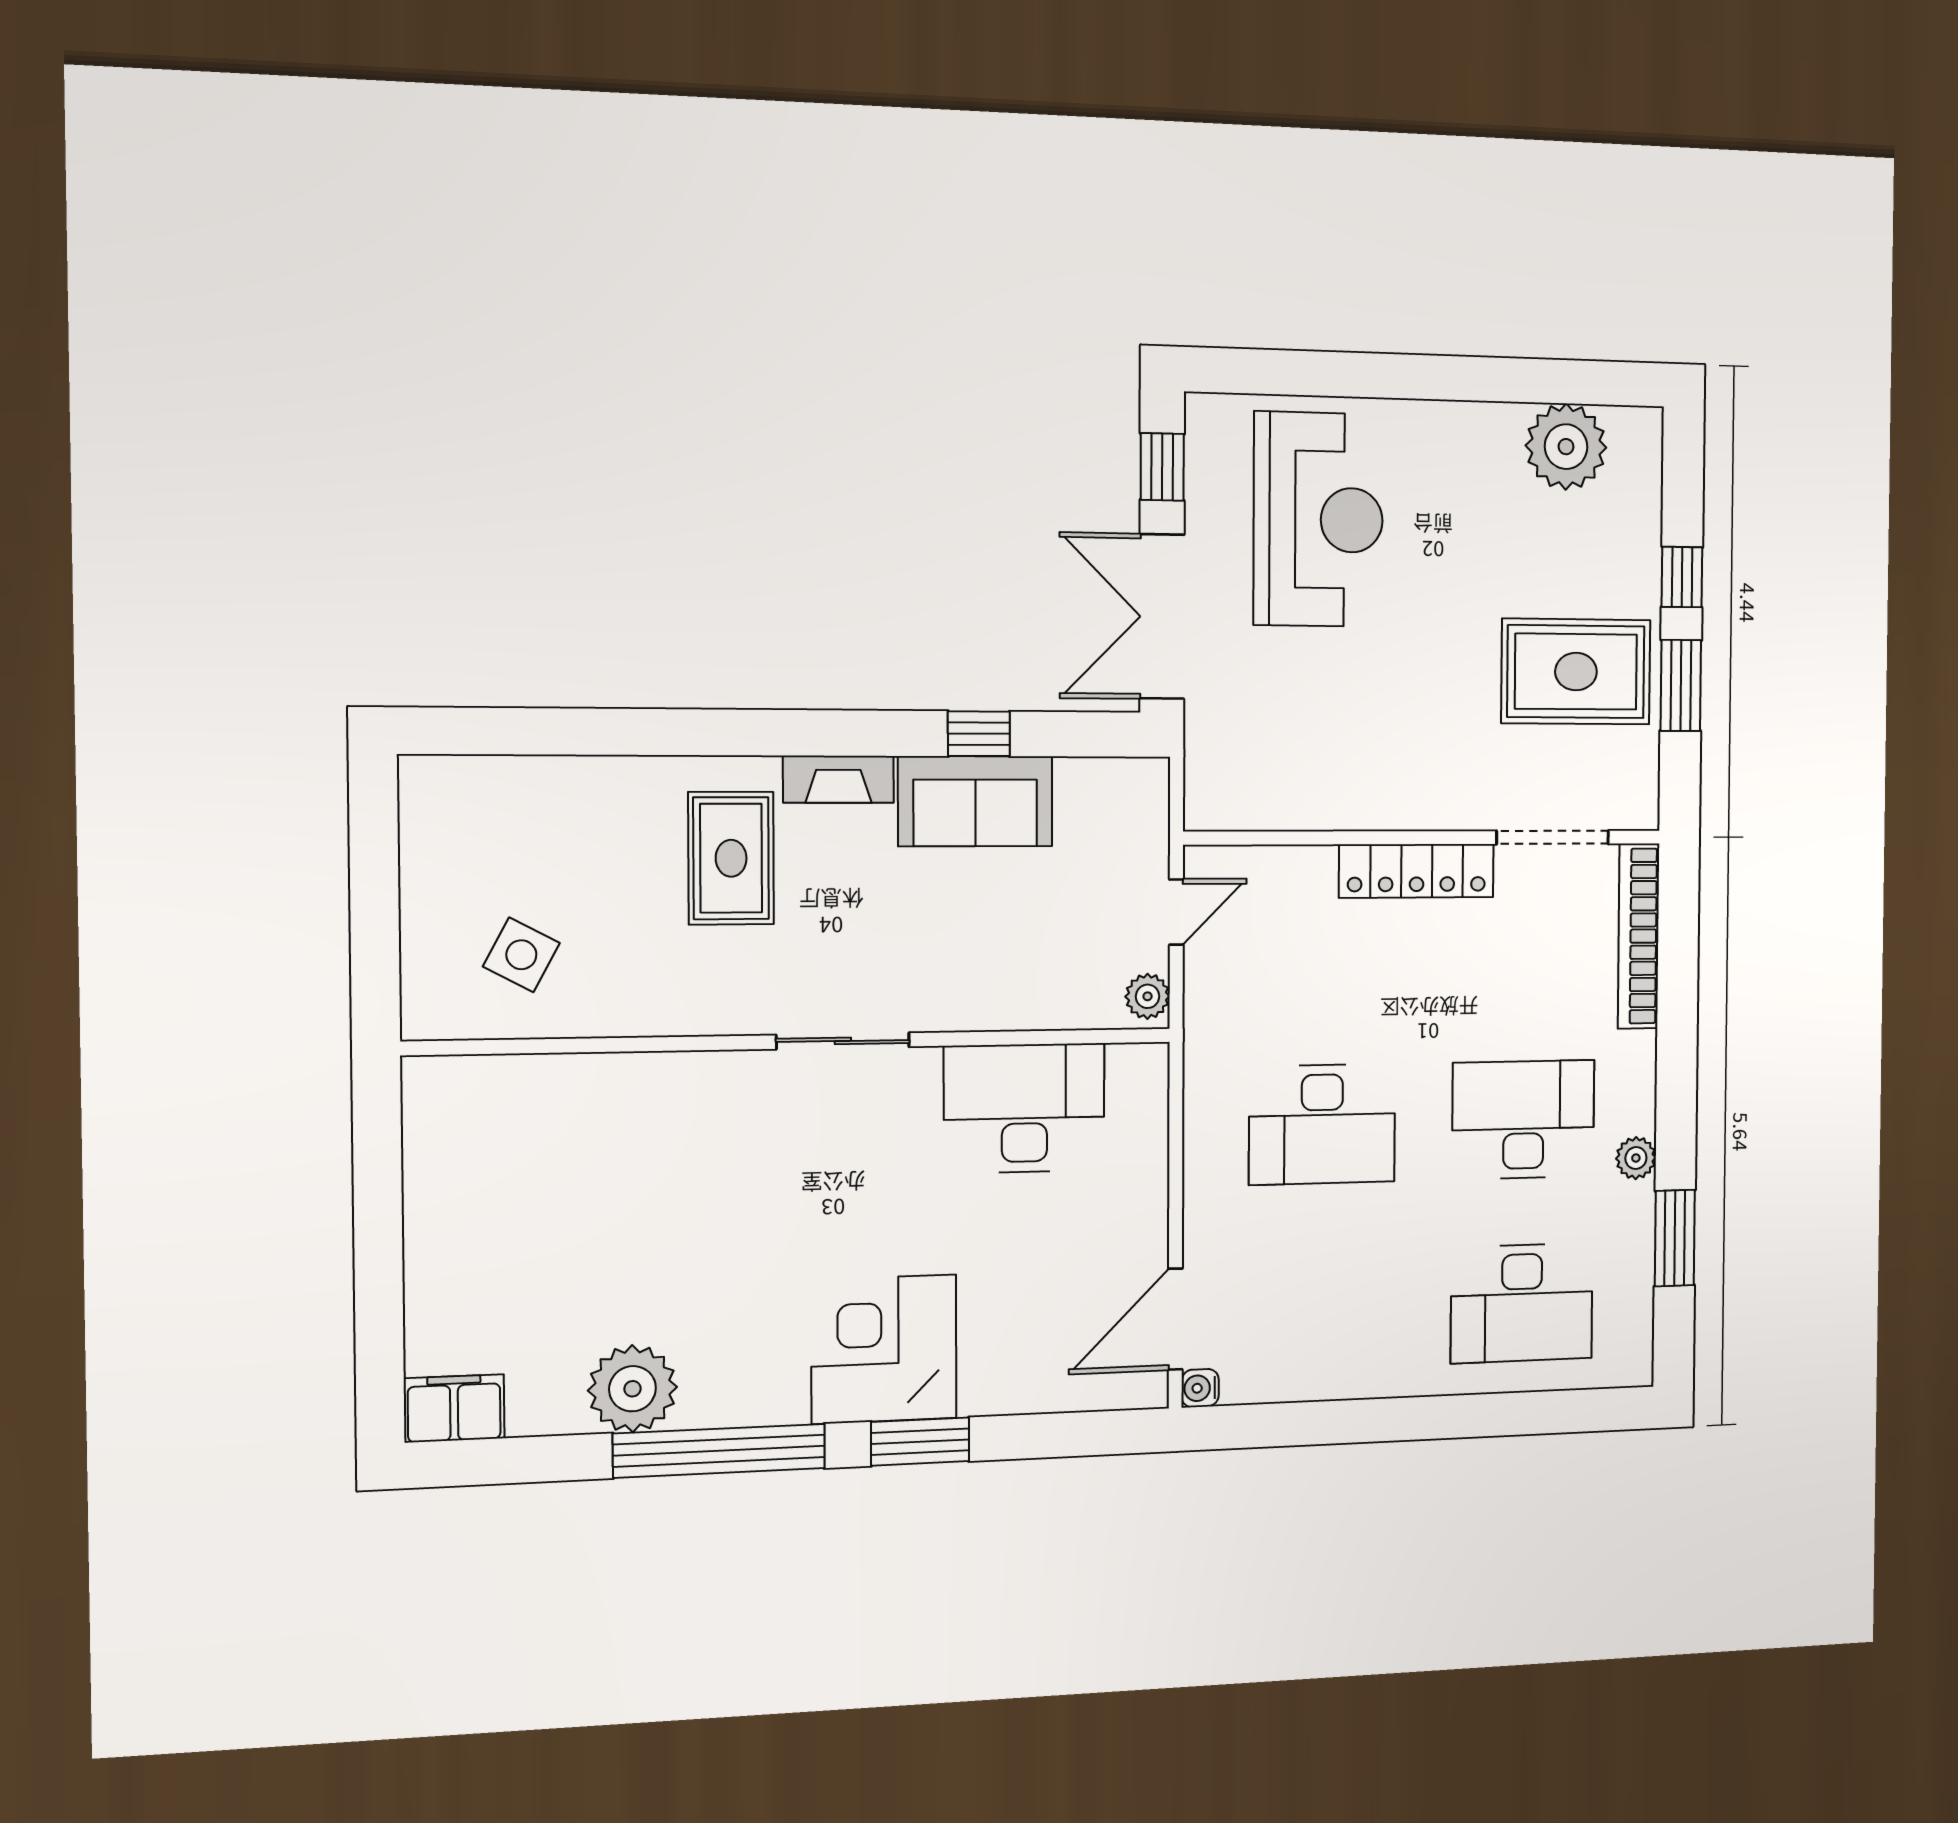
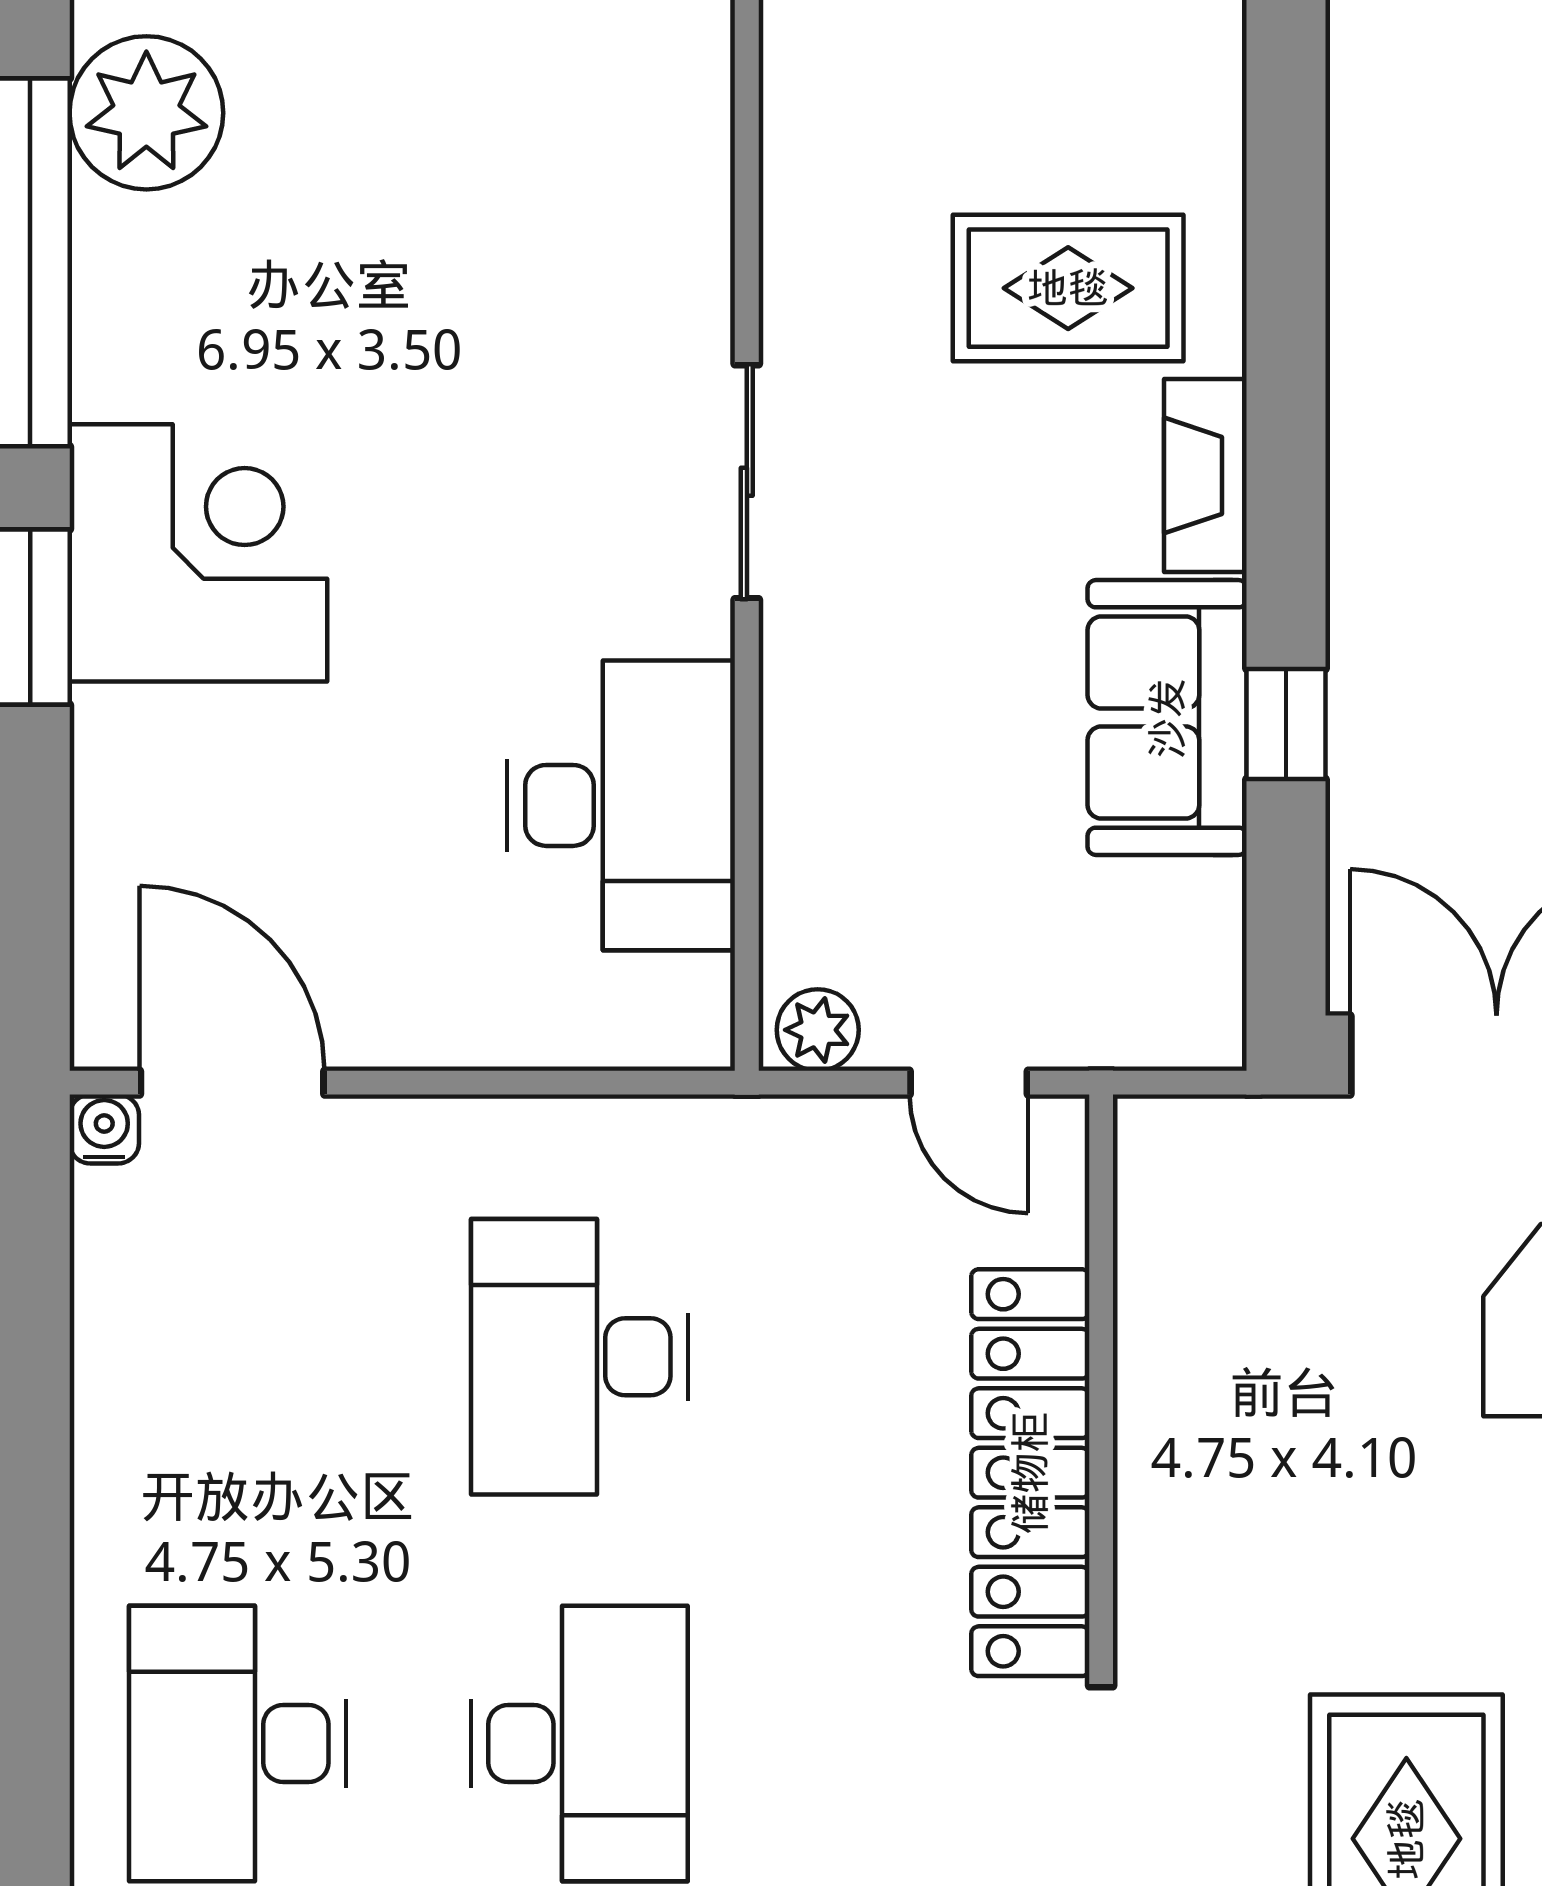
locker: (1417, 871) -> (1030, 1473), width x1.41, depth x1.21

